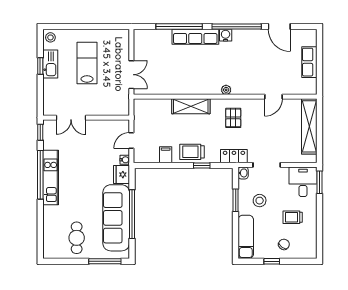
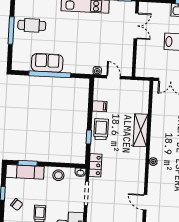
double door: (71, 118) -> (136, 26), swing flipped
pallet: (233, 118) -> (129, 166), removed
fridge: (122, 175) -> (85, 67), removed
window: (236, 200) -> (28, 163), moved
stool: (260, 201) -> (58, 175), moved
sofa: (116, 218) -> (47, 63), width x0.54, depth x0.79
window: (105, 261) -> (11, 31), moved

